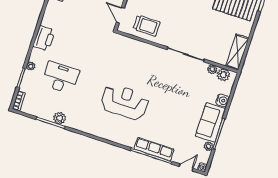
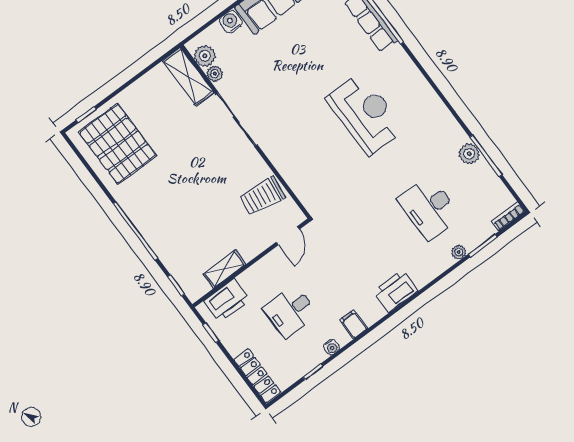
trolley: (147, 26) -> (262, 196), turned -82
printer: (44, 38) -> (396, 291), moved
shelving: (237, 52) -> (188, 77), moved, turned 90
reception desk: (125, 102) -> (365, 114), turned 180

